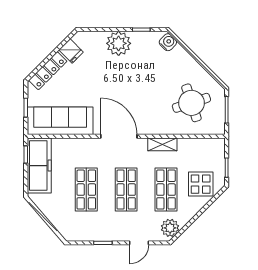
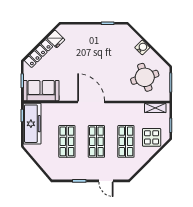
water cooler: (168, 42) -> (142, 47), moved
plant: (119, 43) -> (91, 33), removed
sofa: (60, 121) -> (41, 91), width x0.73
shelving: (162, 144) -> (155, 108), moved
plant: (170, 228) -> (129, 170), removed
door: (139, 243) -> (106, 181), hinge flipped

